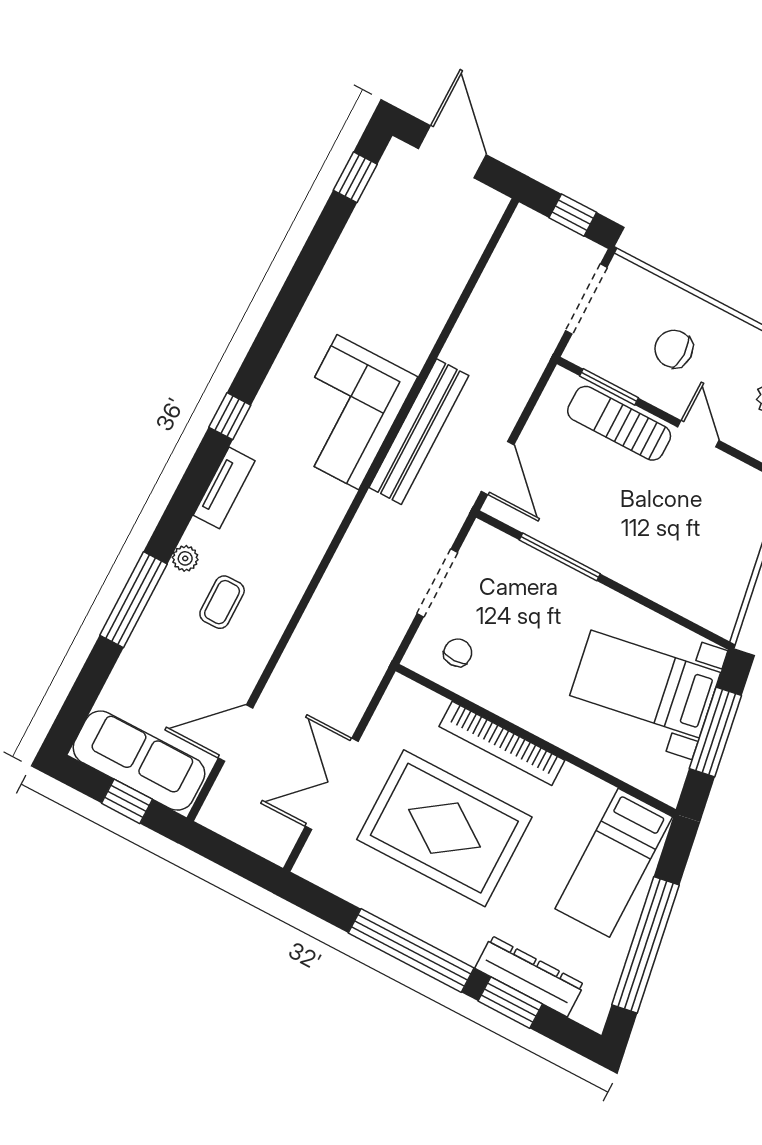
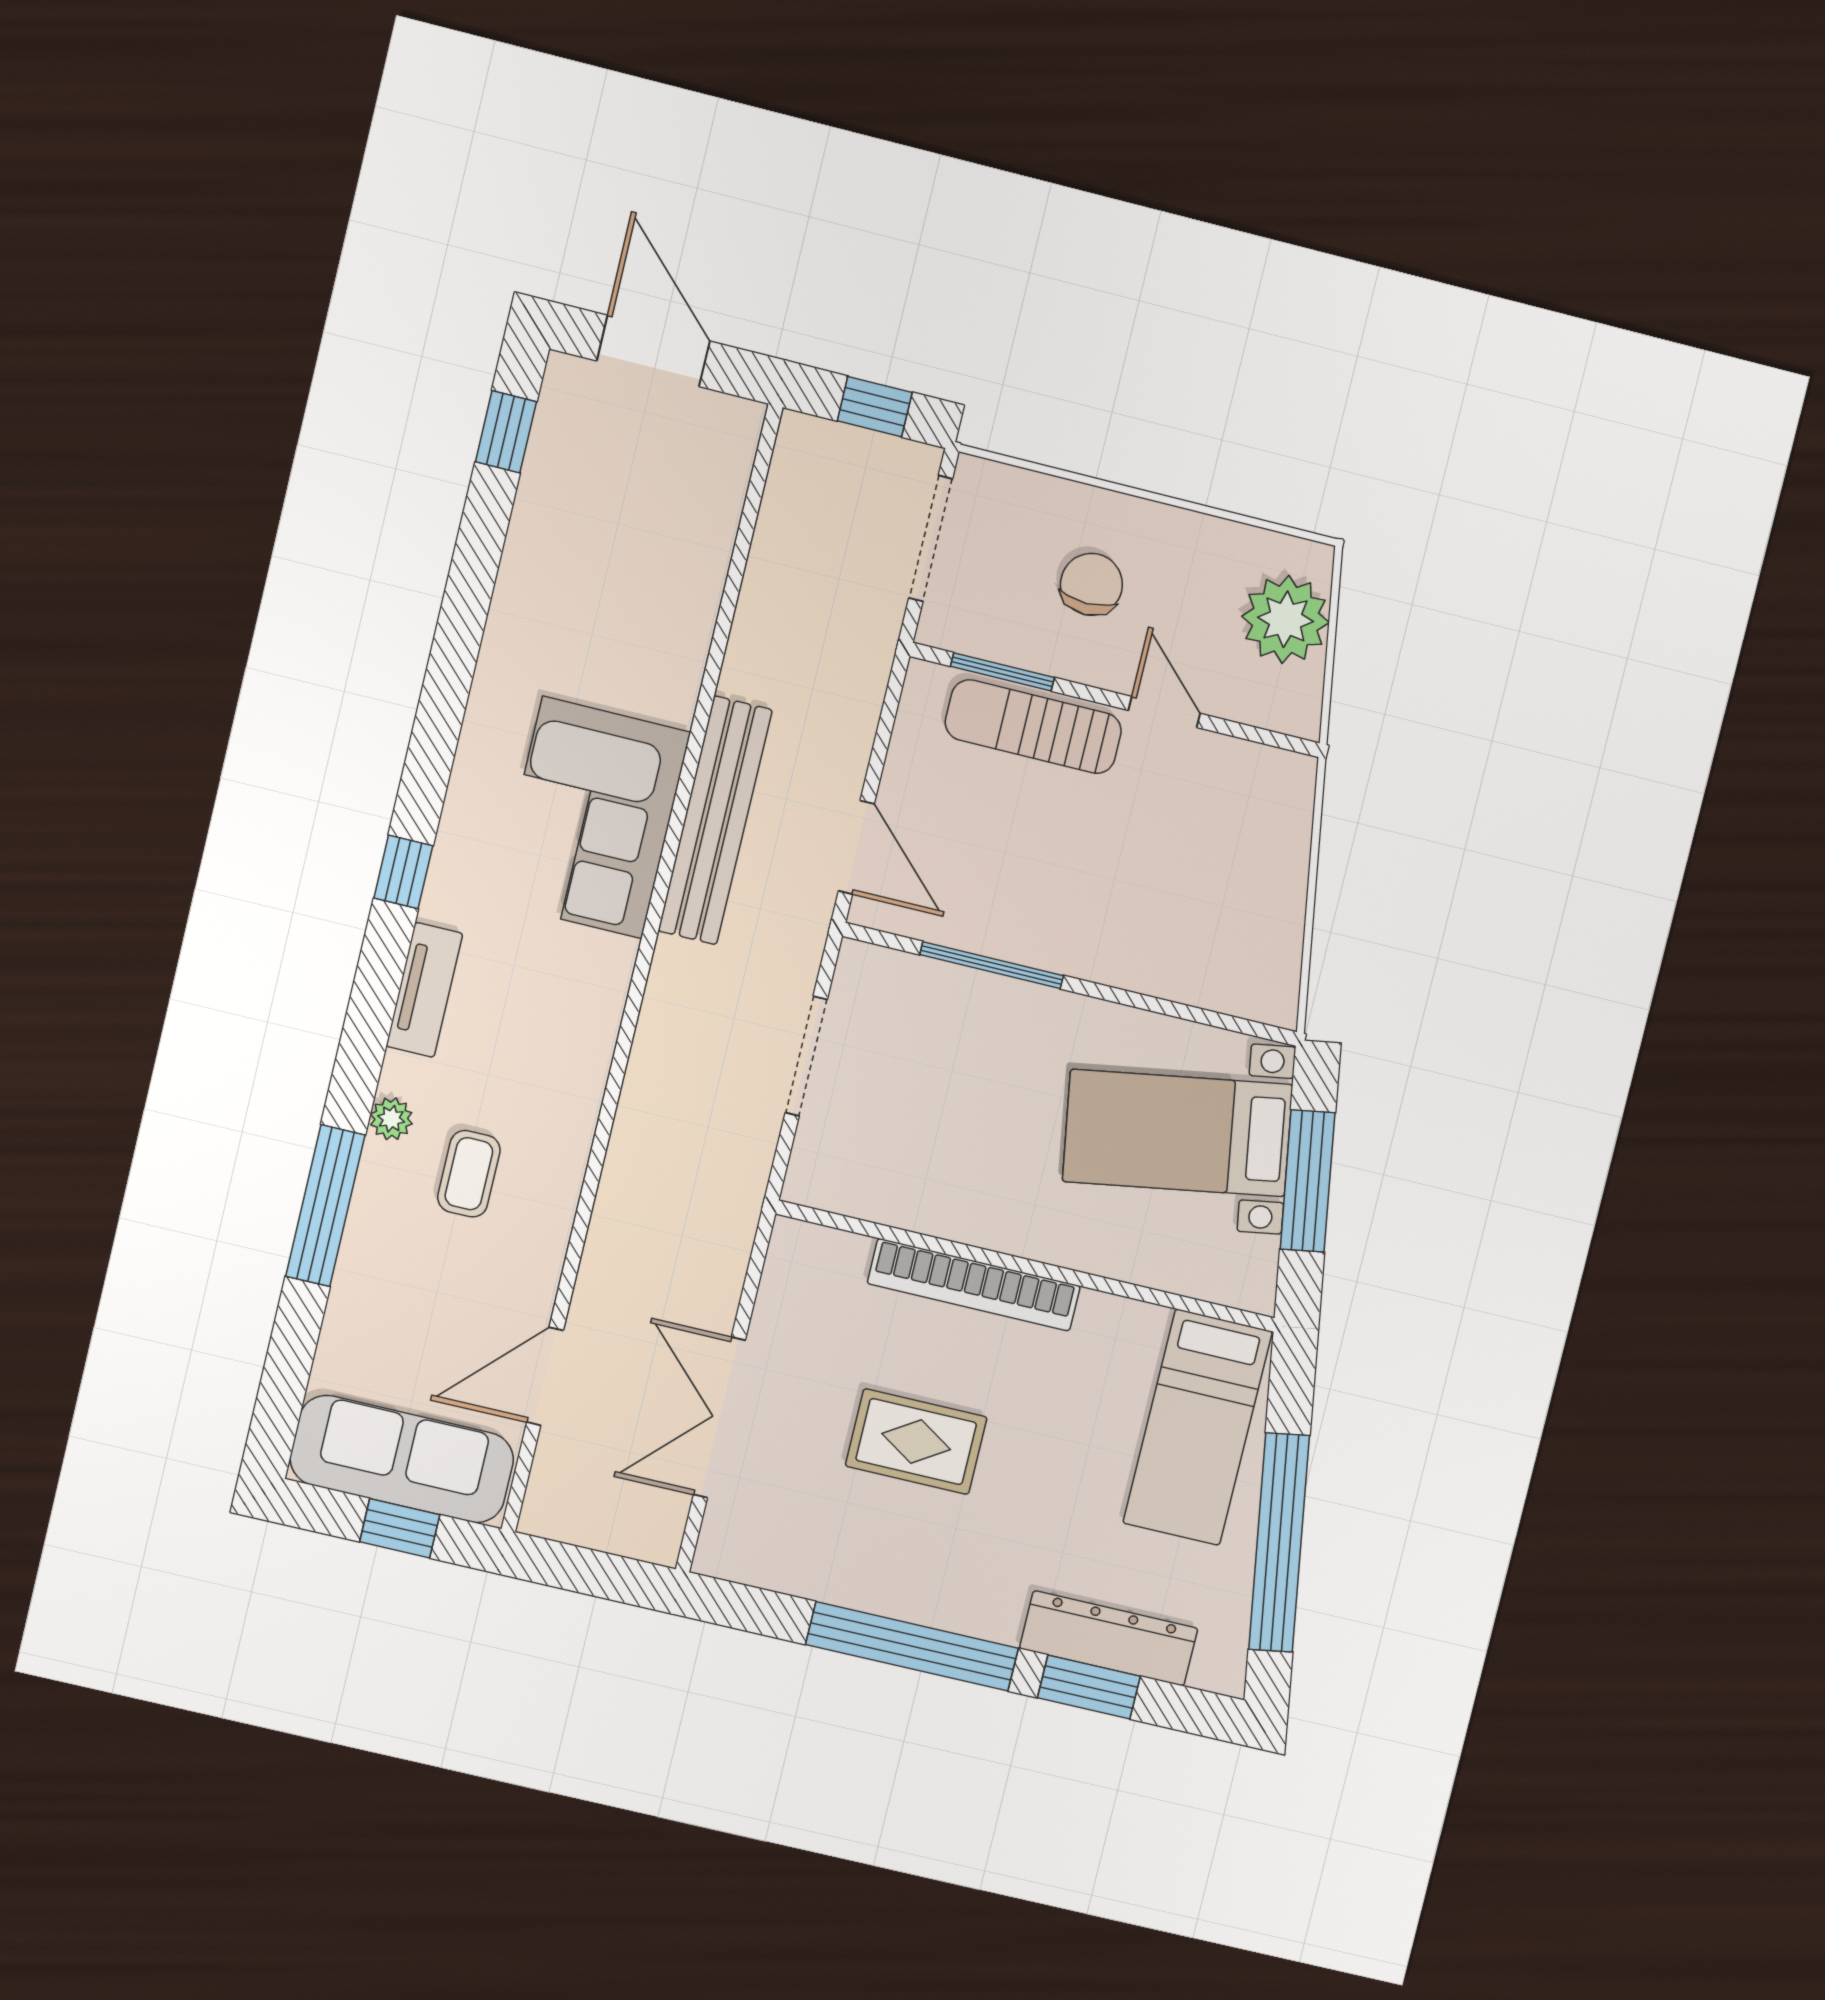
chair: (674, 349) -> (1091, 584), turned 90
chair: (458, 653) -> (867, 1159), removed
rug: (444, 828) -> (916, 1442), width x0.54, depth x0.49

